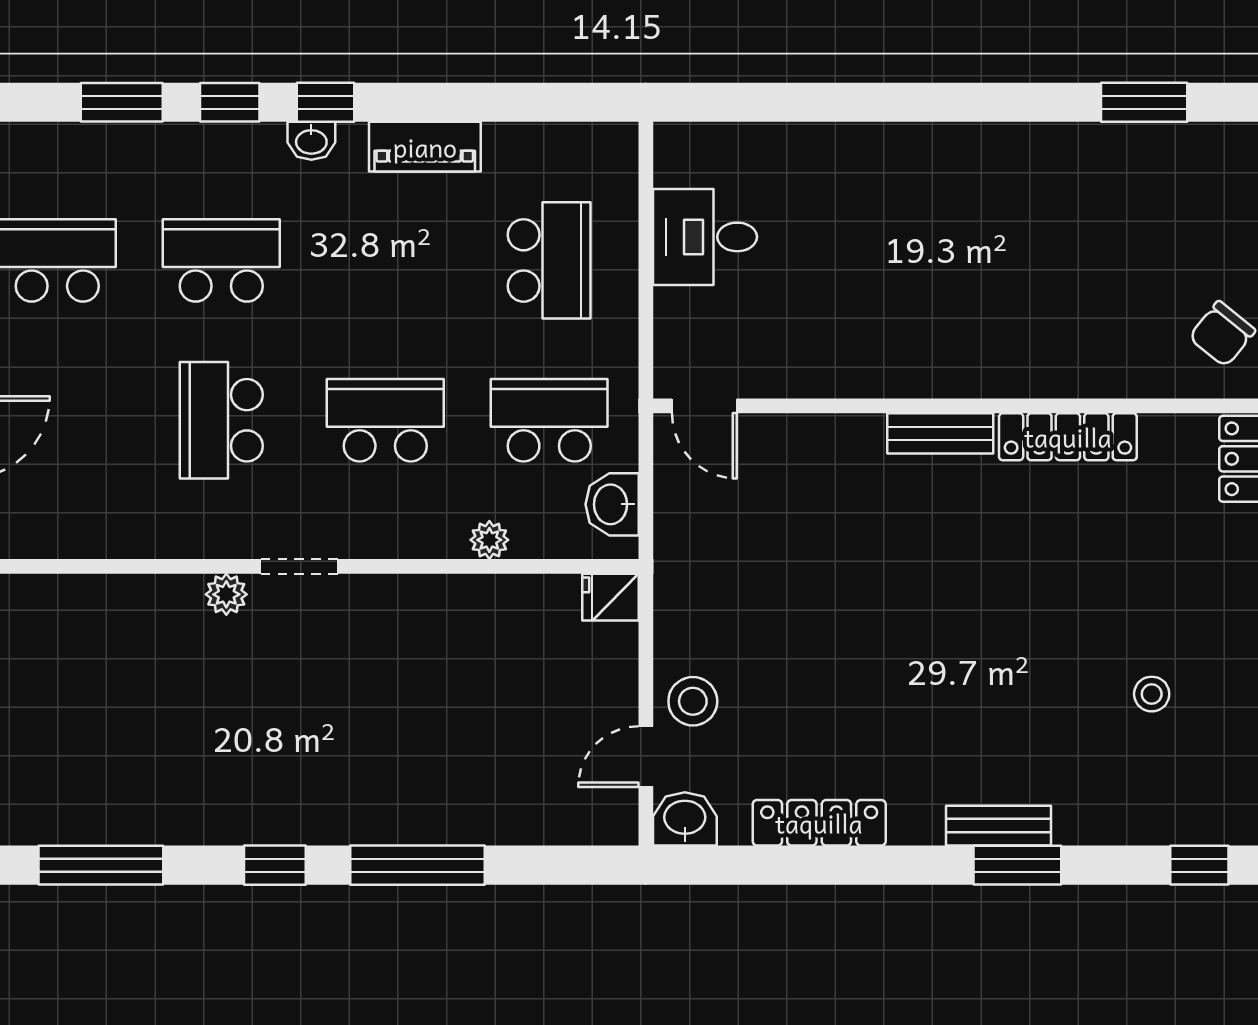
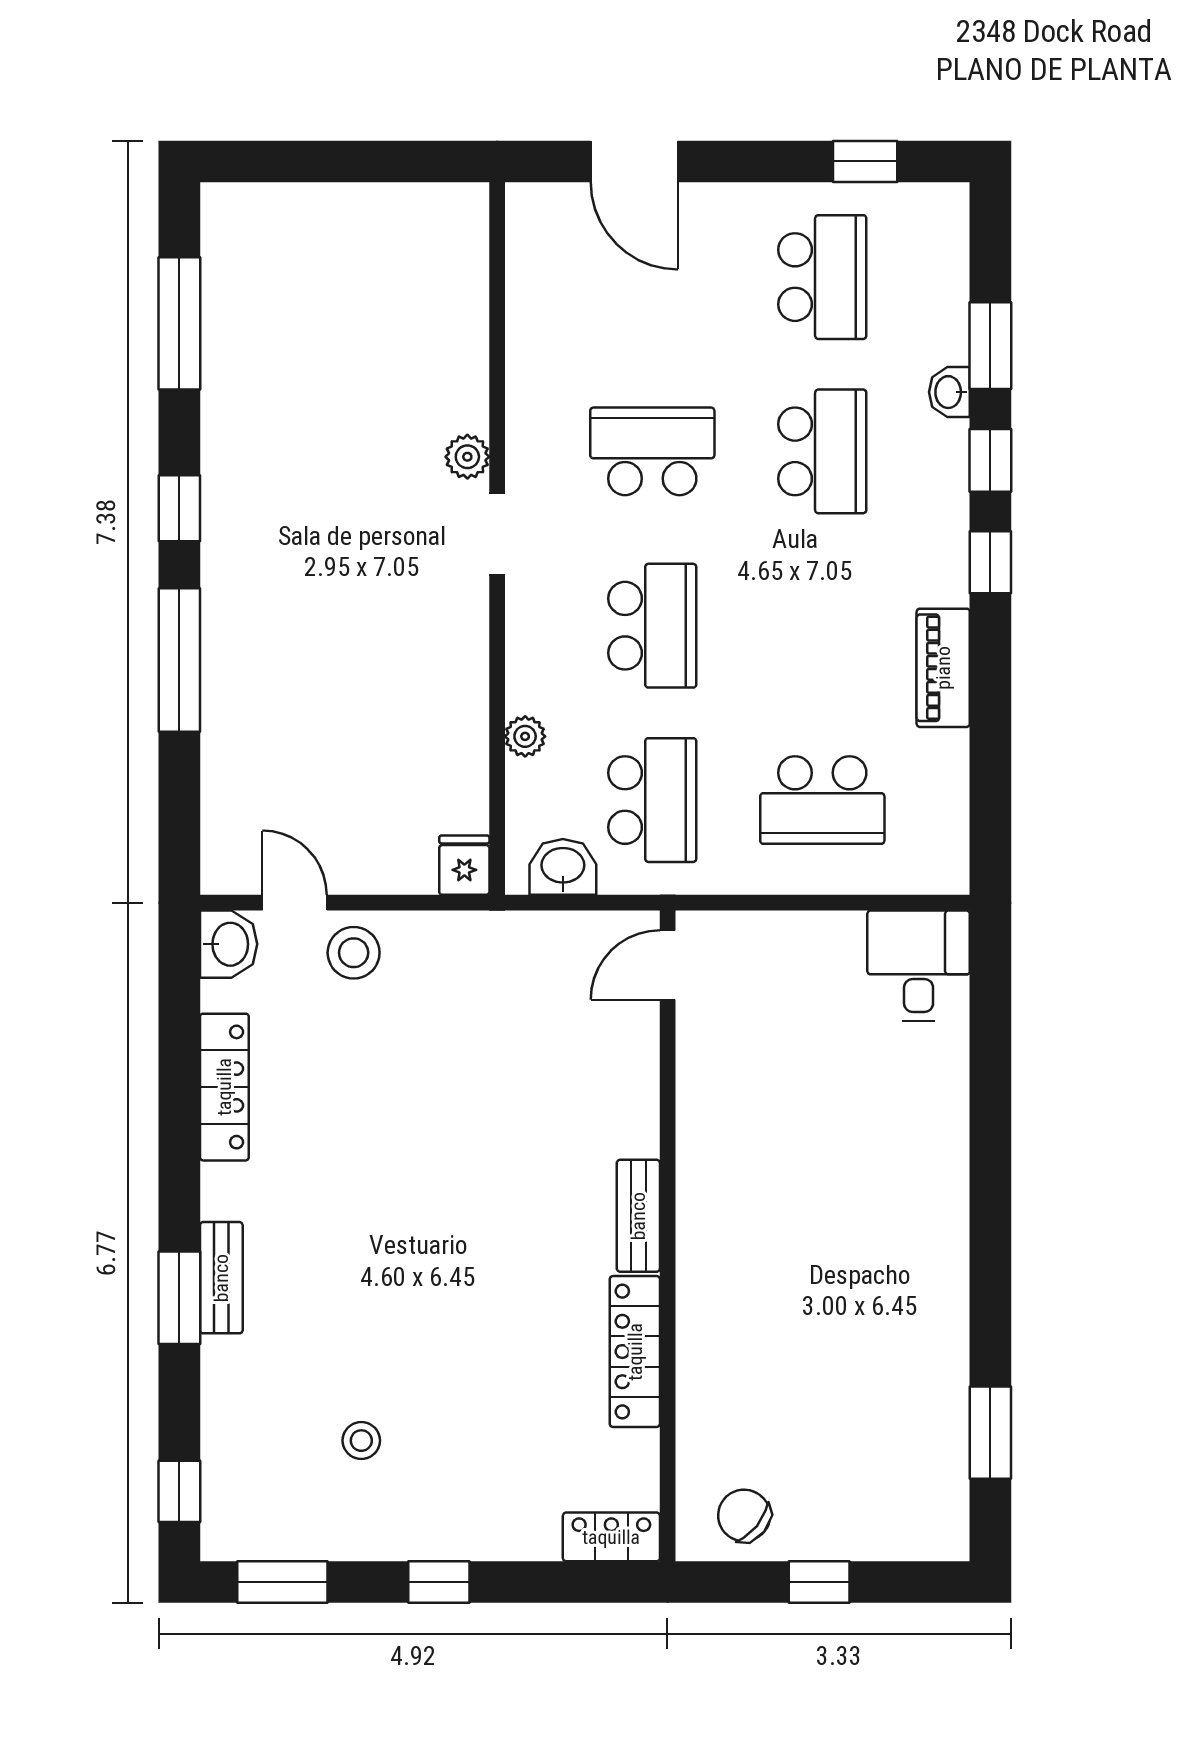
washbasin: (311, 141) -> (949, 392), moved
desk: (705, 237) -> (919, 966), moved

